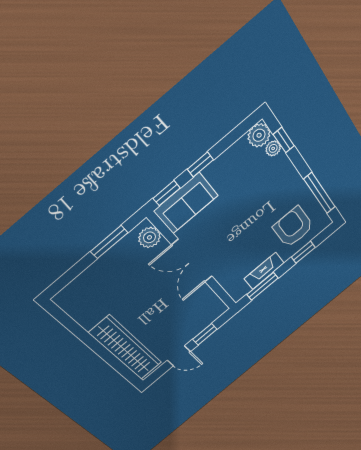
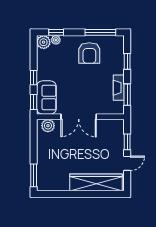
armchair: (293, 227) -> (89, 53), moved, turned -90
window: (109, 242) -> (34, 175), moved

